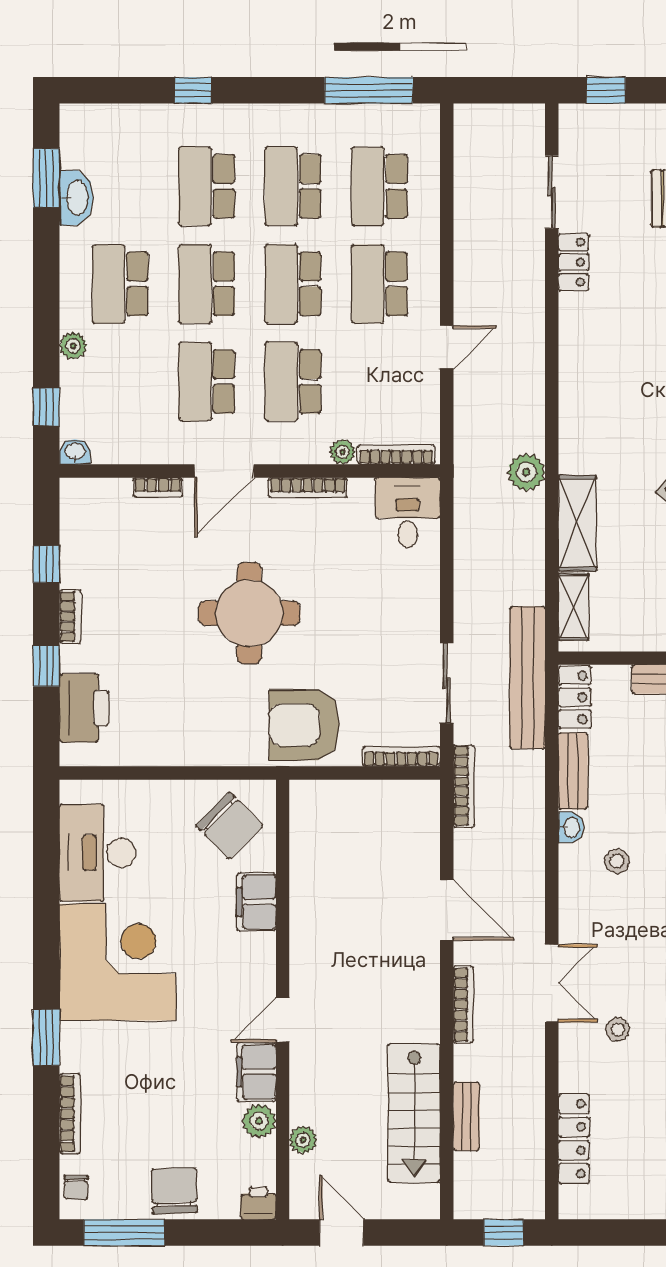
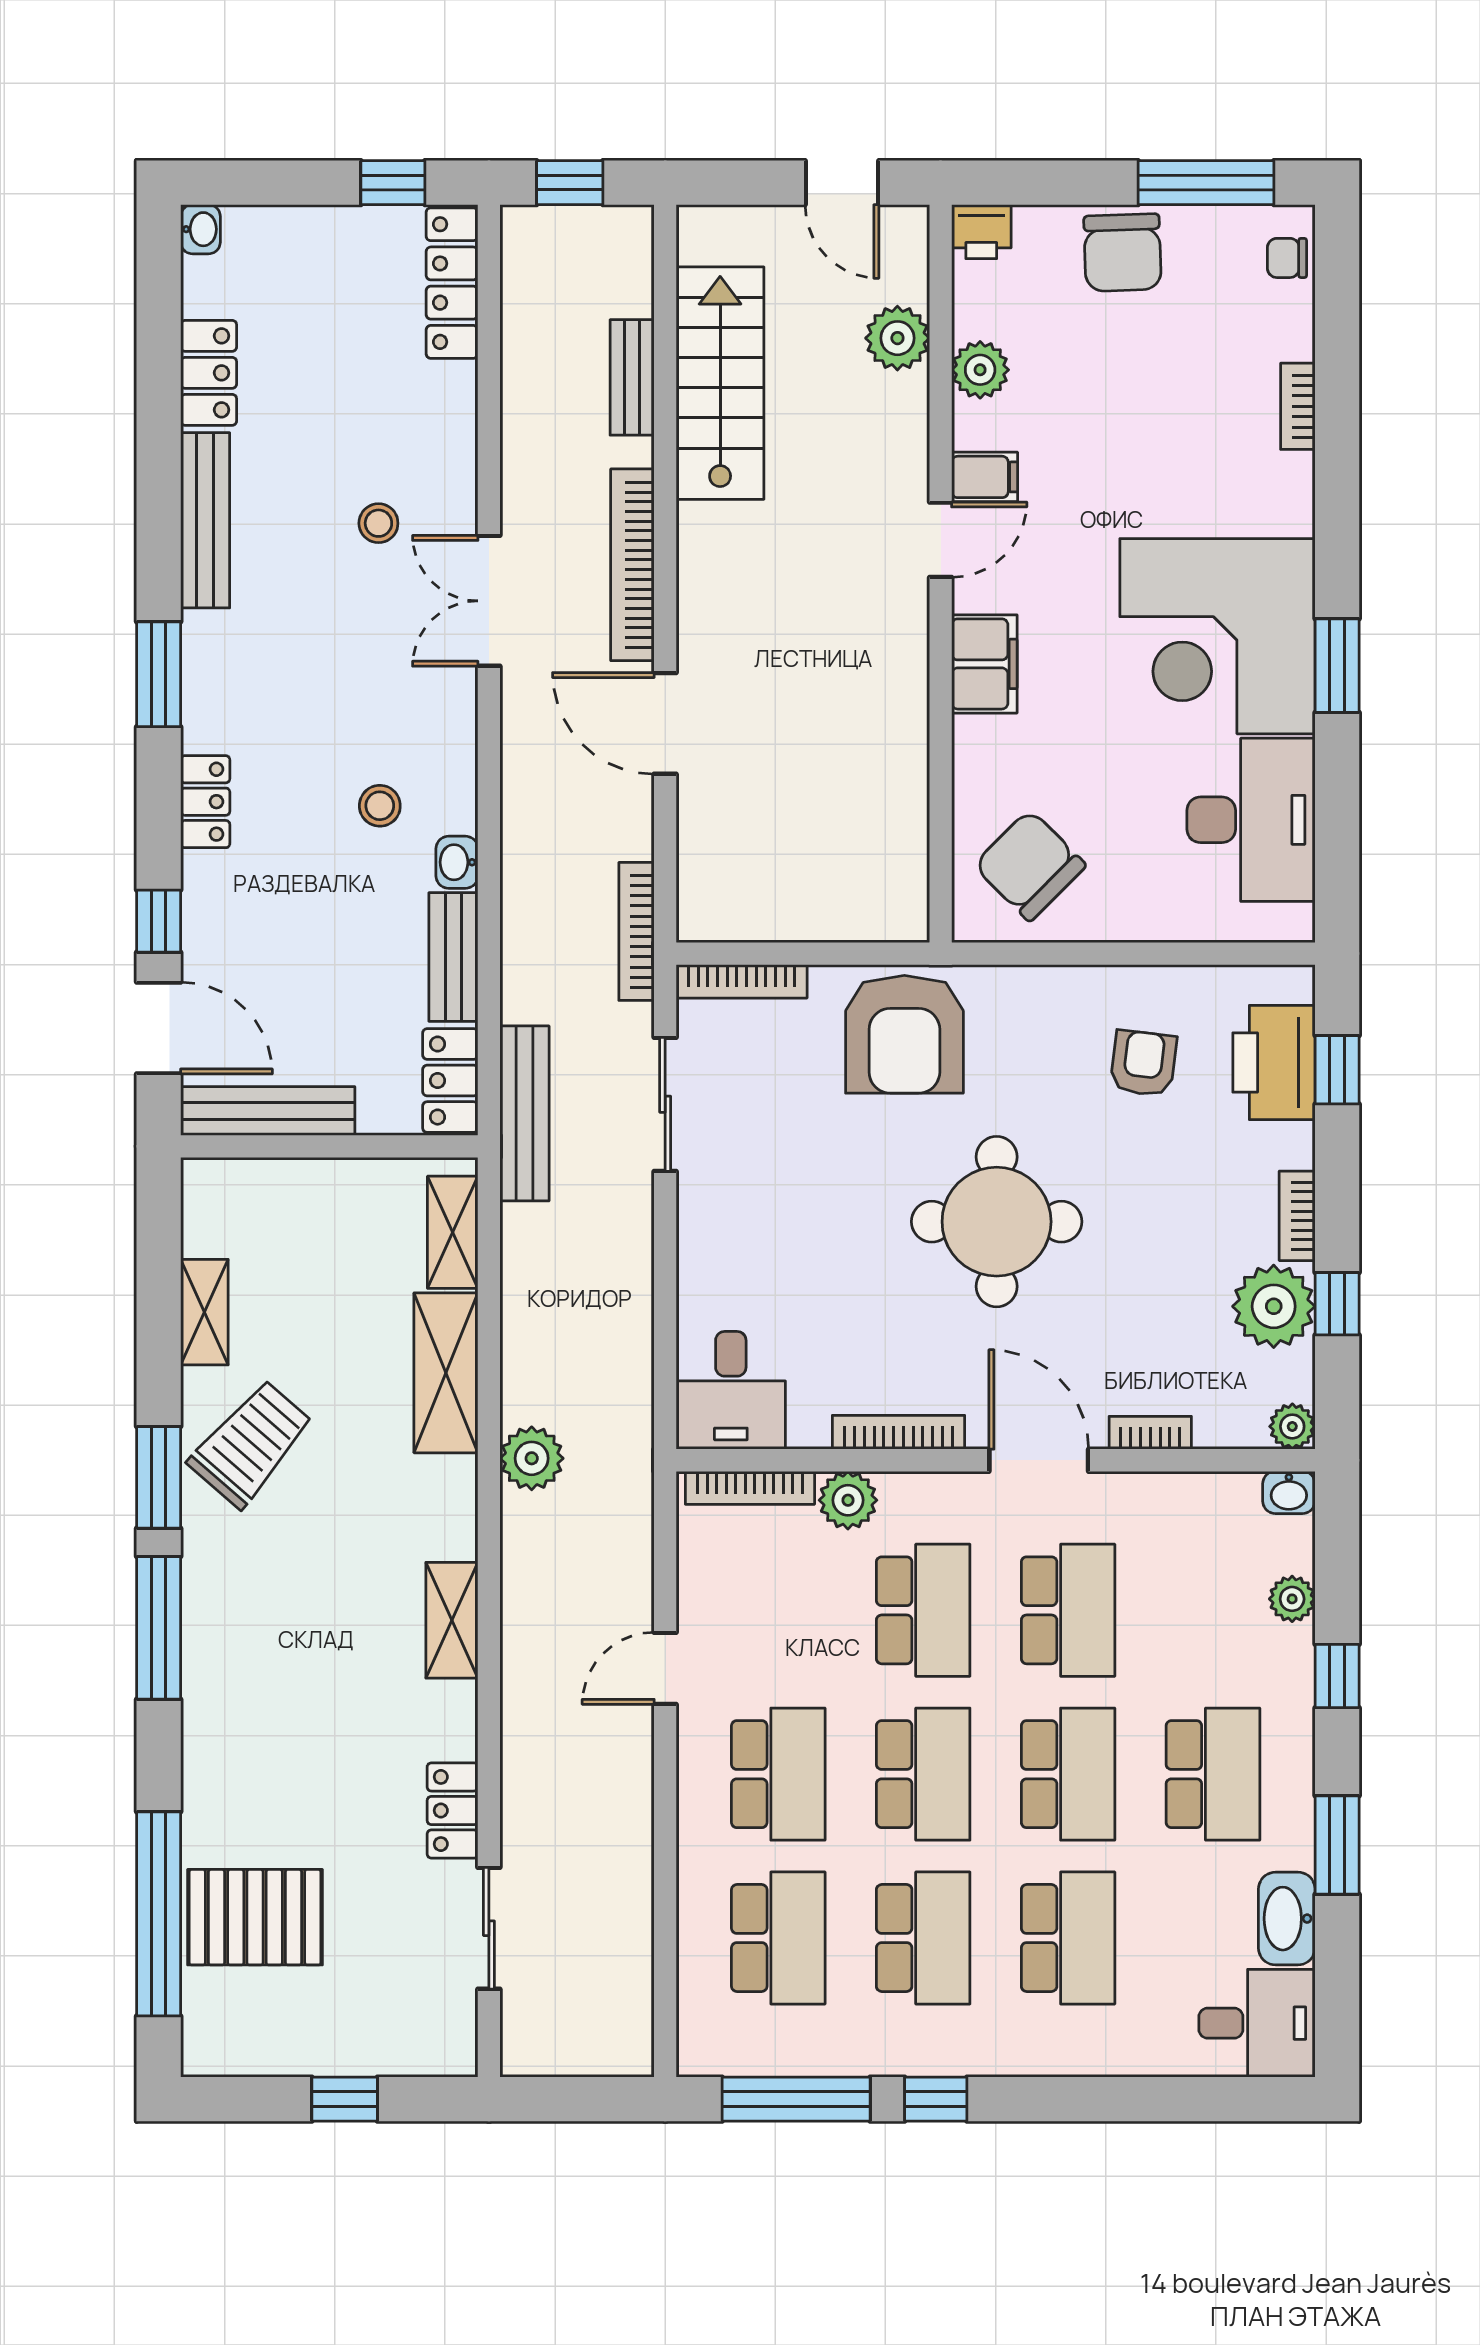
window: (193, 90) -> (936, 2099), moved
window: (606, 90) -> (345, 2099), moved
desk: (94, 135) -> (1257, 2023), added
window: (46, 178) -> (1337, 1845), moved
plant: (73, 346) -> (1292, 1599), moved
shelving: (574, 376) -> (452, 1620), added
window: (46, 407) -> (1337, 1676), moved
plant: (343, 452) -> (848, 1500), width x1.38, depth x1.38
door: (224, 471) -> (1039, 1460), hinge flipped
plant: (73, 491) -> (1292, 1426), added
plant: (84, 563) -> (1274, 1306), added
window: (46, 666) -> (1337, 1070), moved
bench: (527, 678) -> (524, 1113), width x0.73, depth x0.82
armchair: (162, 708) -> (1143, 1063), added
armchair: (304, 725) -> (904, 1034), turned 90
filing cabinet: (257, 902) -> (984, 664), moved
bookcase: (463, 1005) -> (632, 565), width x1.48, depth x1.31
window: (46, 1037) -> (1337, 666), moved
filing cabinet: (256, 1072) -> (985, 477), width x0.50
bookcase: (70, 1114) -> (1298, 406), width x0.64
locker: (574, 1139) -> (452, 283), moved
plant: (303, 1140) -> (897, 338), width x1.38, depth x1.38
chair: (76, 1188) -> (1287, 258), turned -90
window: (609, 1233) -> (393, 183), added

